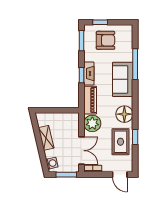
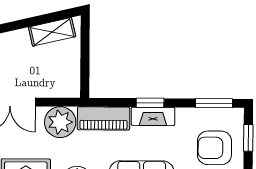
armchair: (106, 40) -> (214, 148), turned 90
shelving: (46, 138) -> (52, 32), moved

